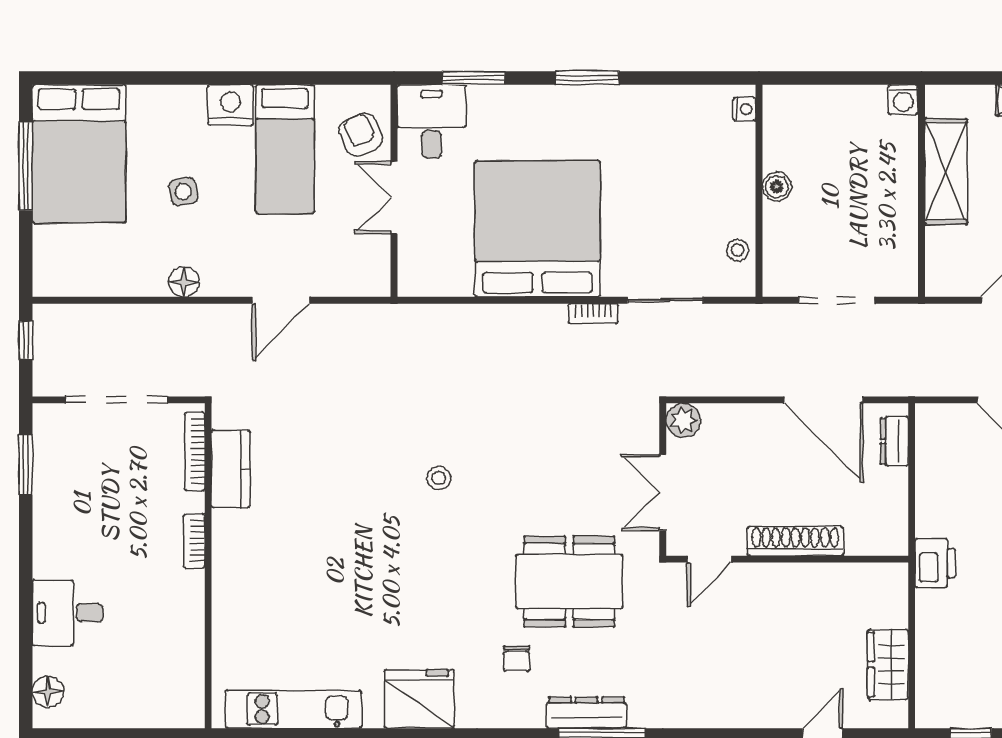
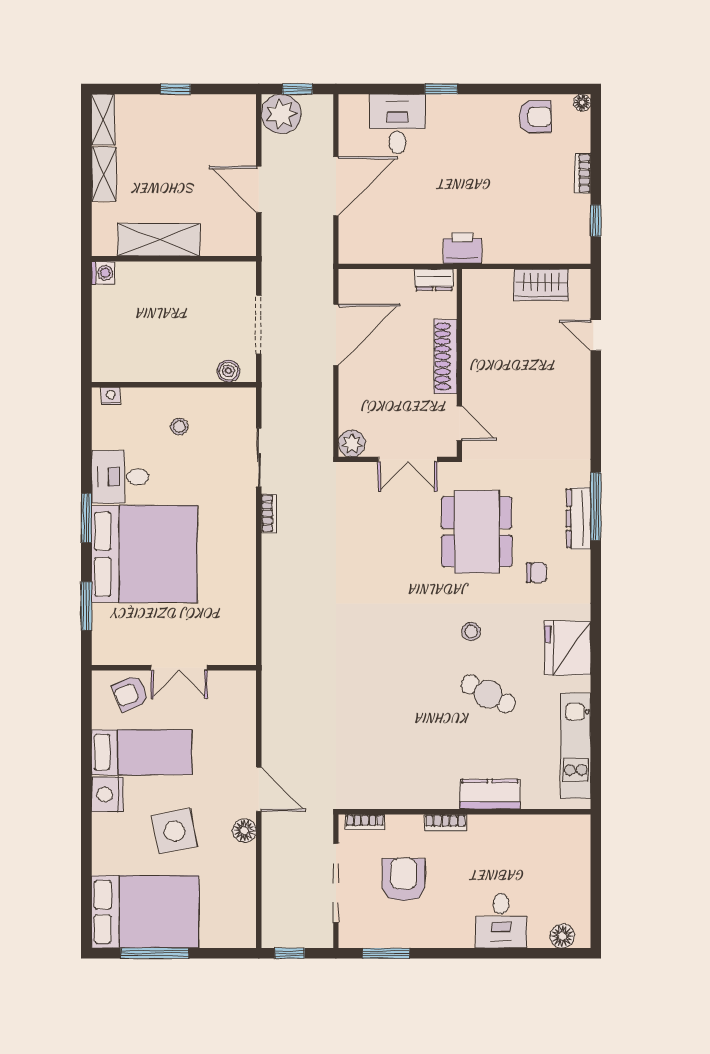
desk: (431, 121) -> (120, 477), moved
boiler: (777, 187) -> (228, 371), moved
side table: (183, 192) -> (175, 831), width x1.87, depth x1.87
bed: (538, 229) -> (144, 554), moved, turned 180
stool: (738, 250) -> (179, 427), moved
door: (281, 300) -> (259, 789), moved
dresser: (894, 441) -> (434, 280), moved
bookcase: (195, 451) -> (365, 822), width x0.64
kitchen counter: (231, 469) -> (490, 794), moved
stool: (439, 478) -> (471, 631), moved
armchair: (121, 487) -> (404, 880), added
cafe table: (360, 596) -> (488, 694), added

